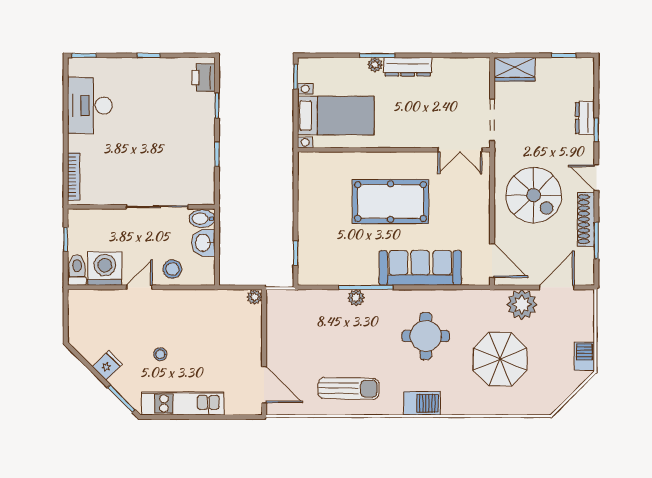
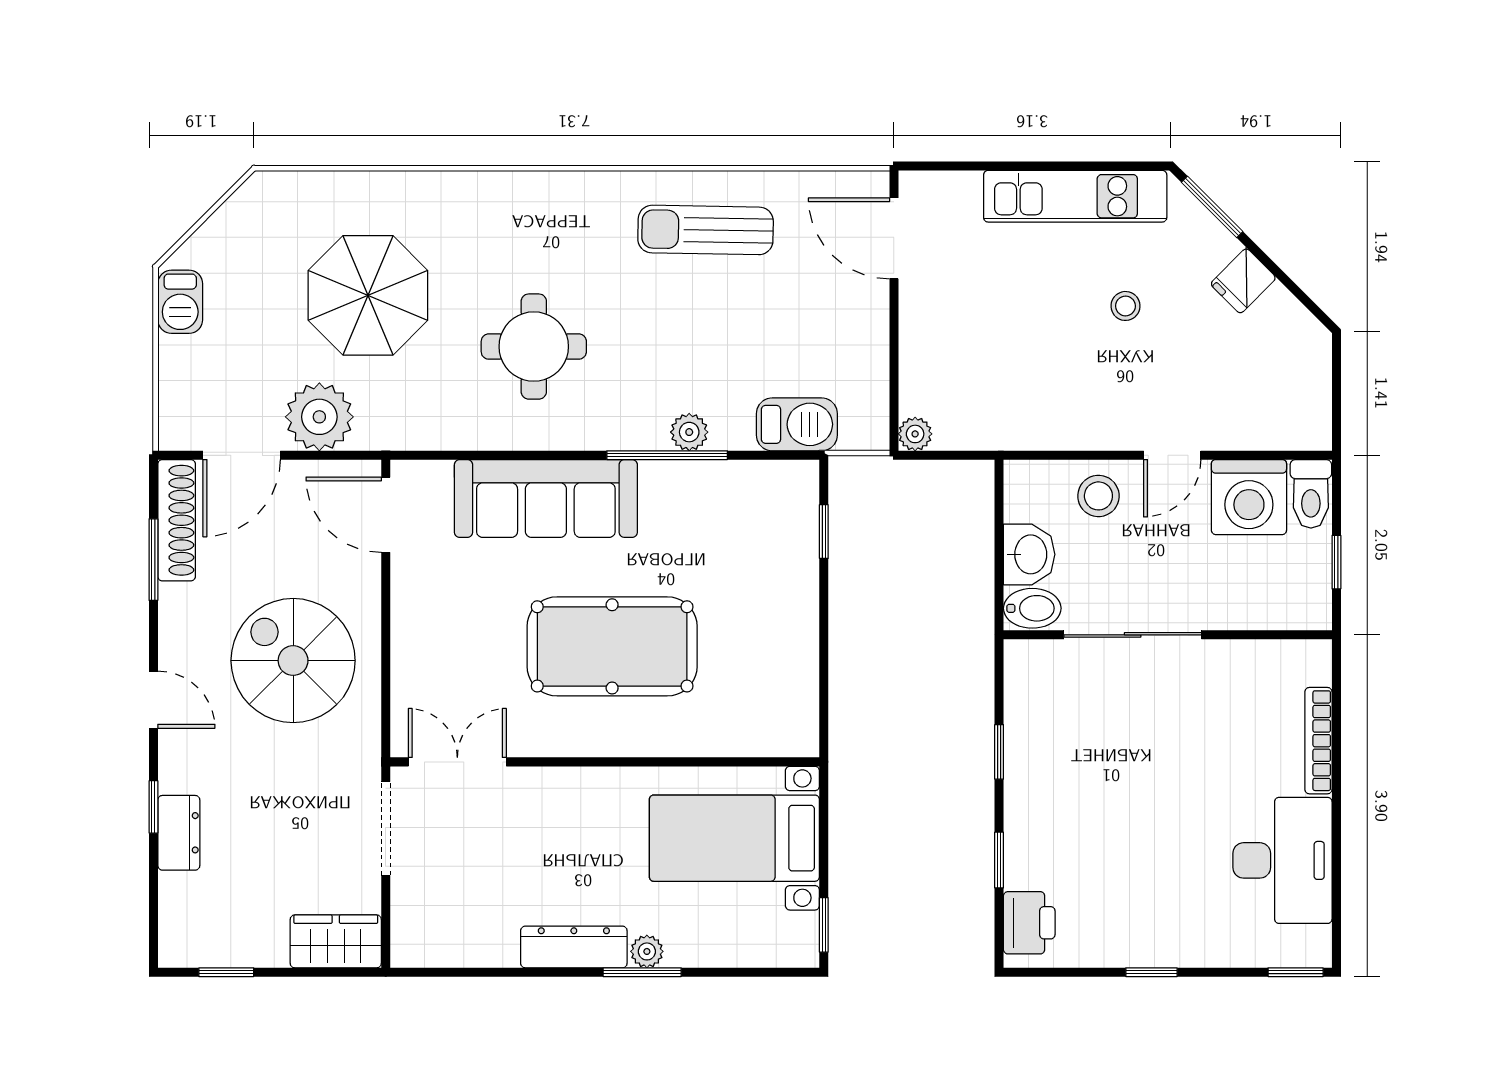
bookcase: (74, 177) -> (1318, 741), moved
shoe rack: (586, 219) -> (177, 520), moved
barbecue: (422, 403) -> (797, 424), moved, turned 180

